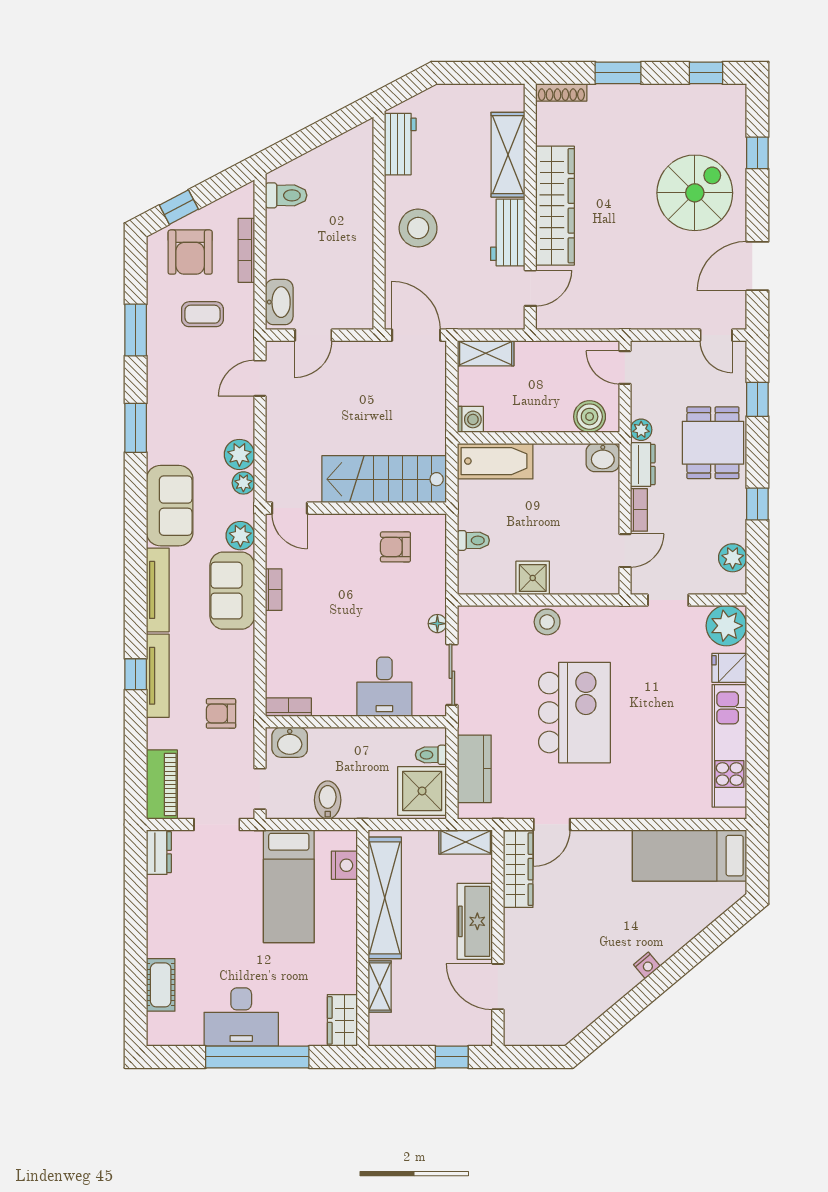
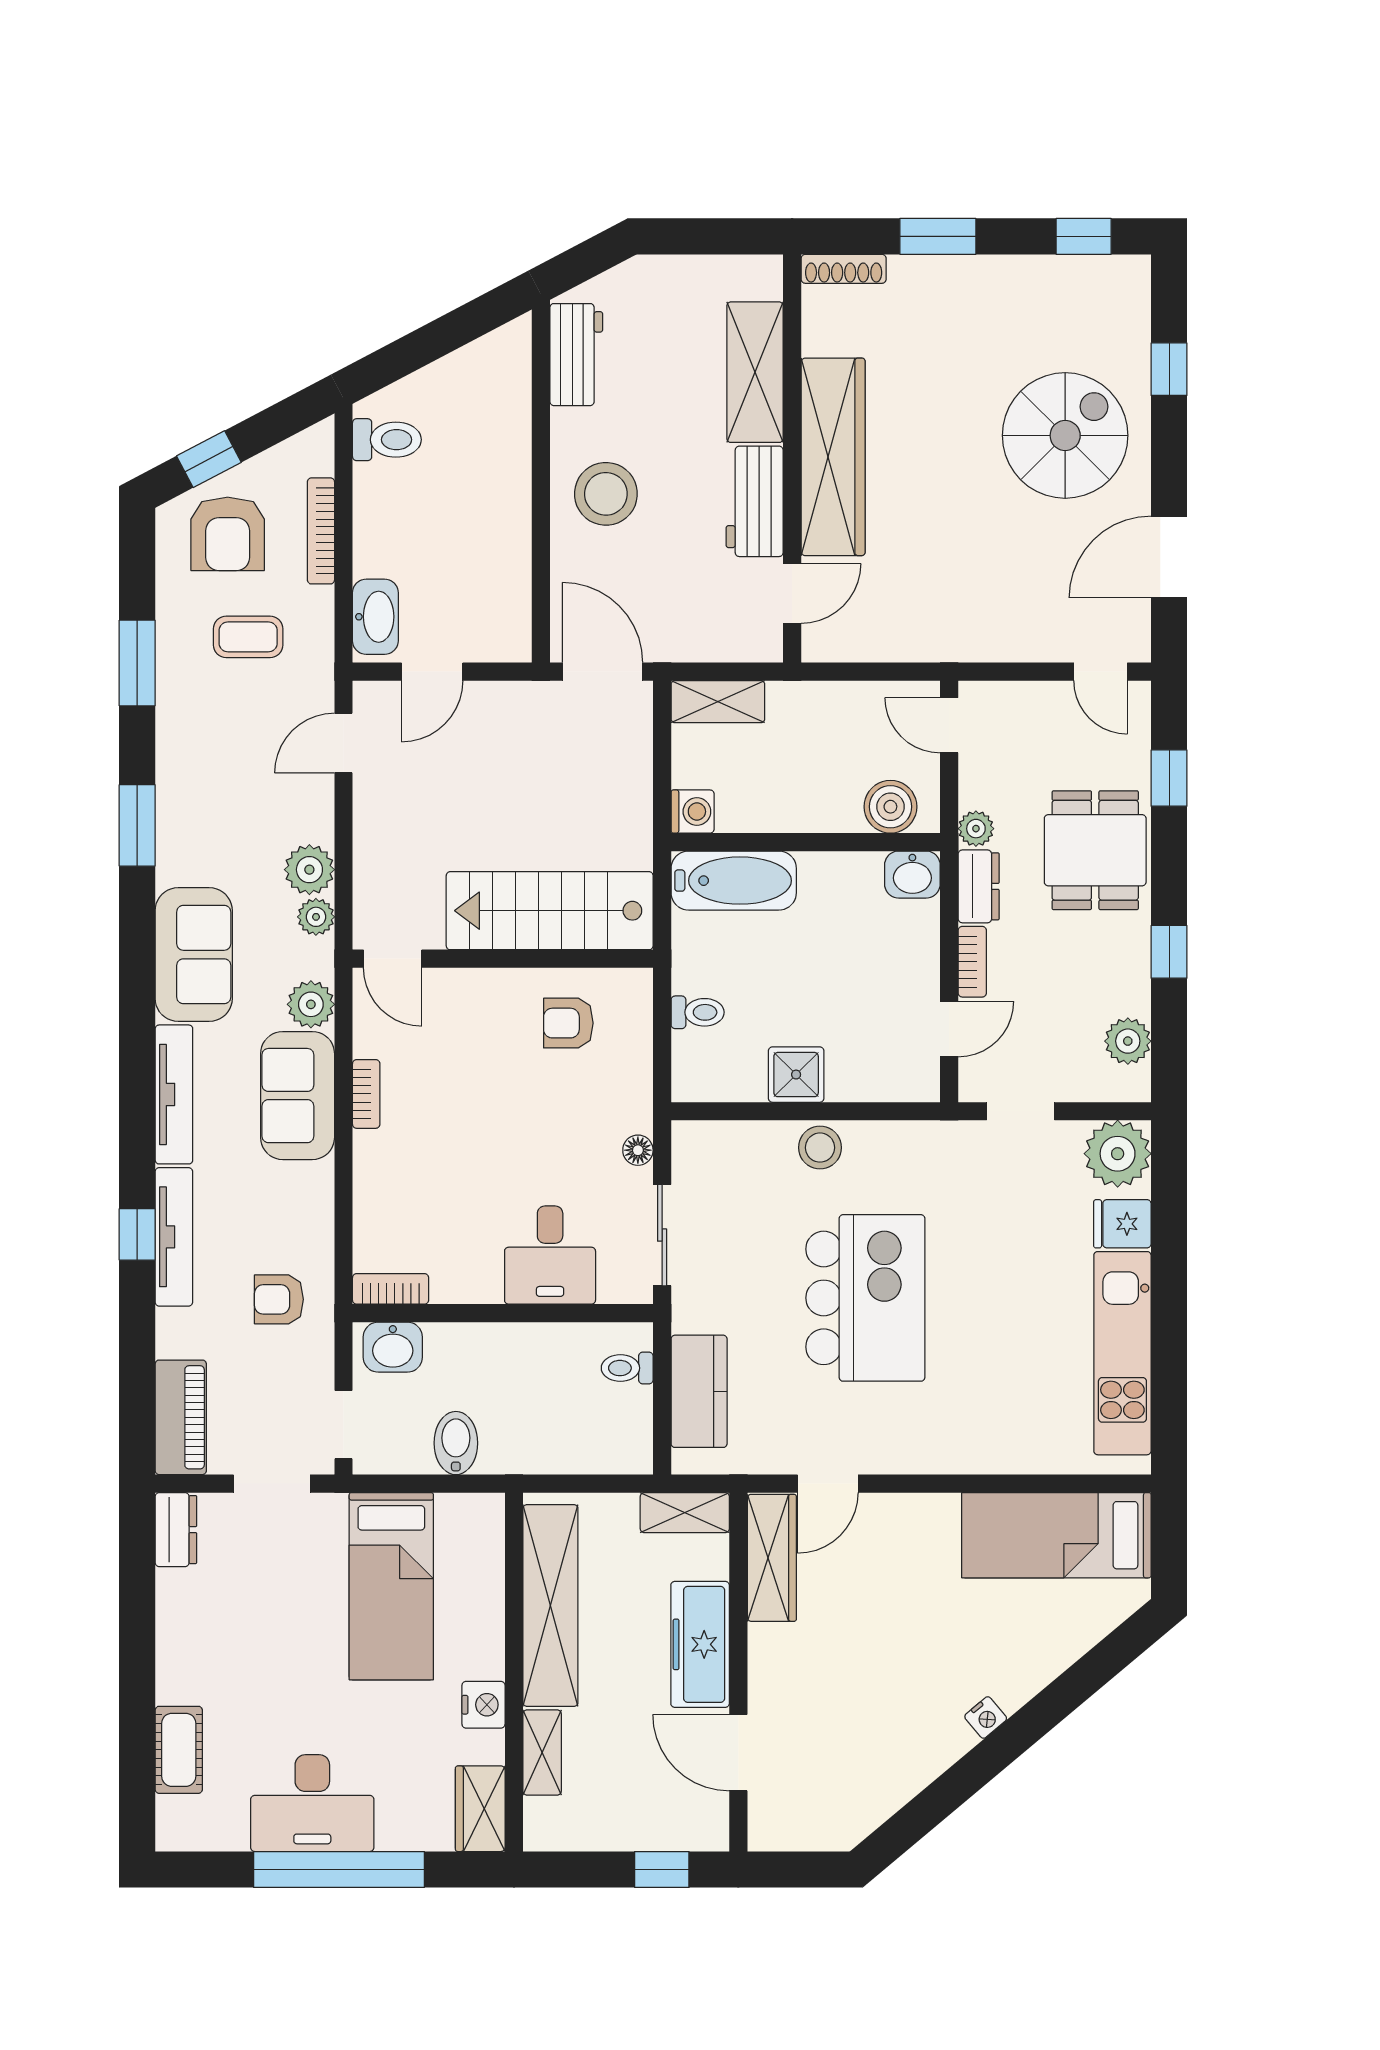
shower: (422, 791) -> (613, 1428), removed
nightstand: (344, 865) -> (483, 1705), moved

